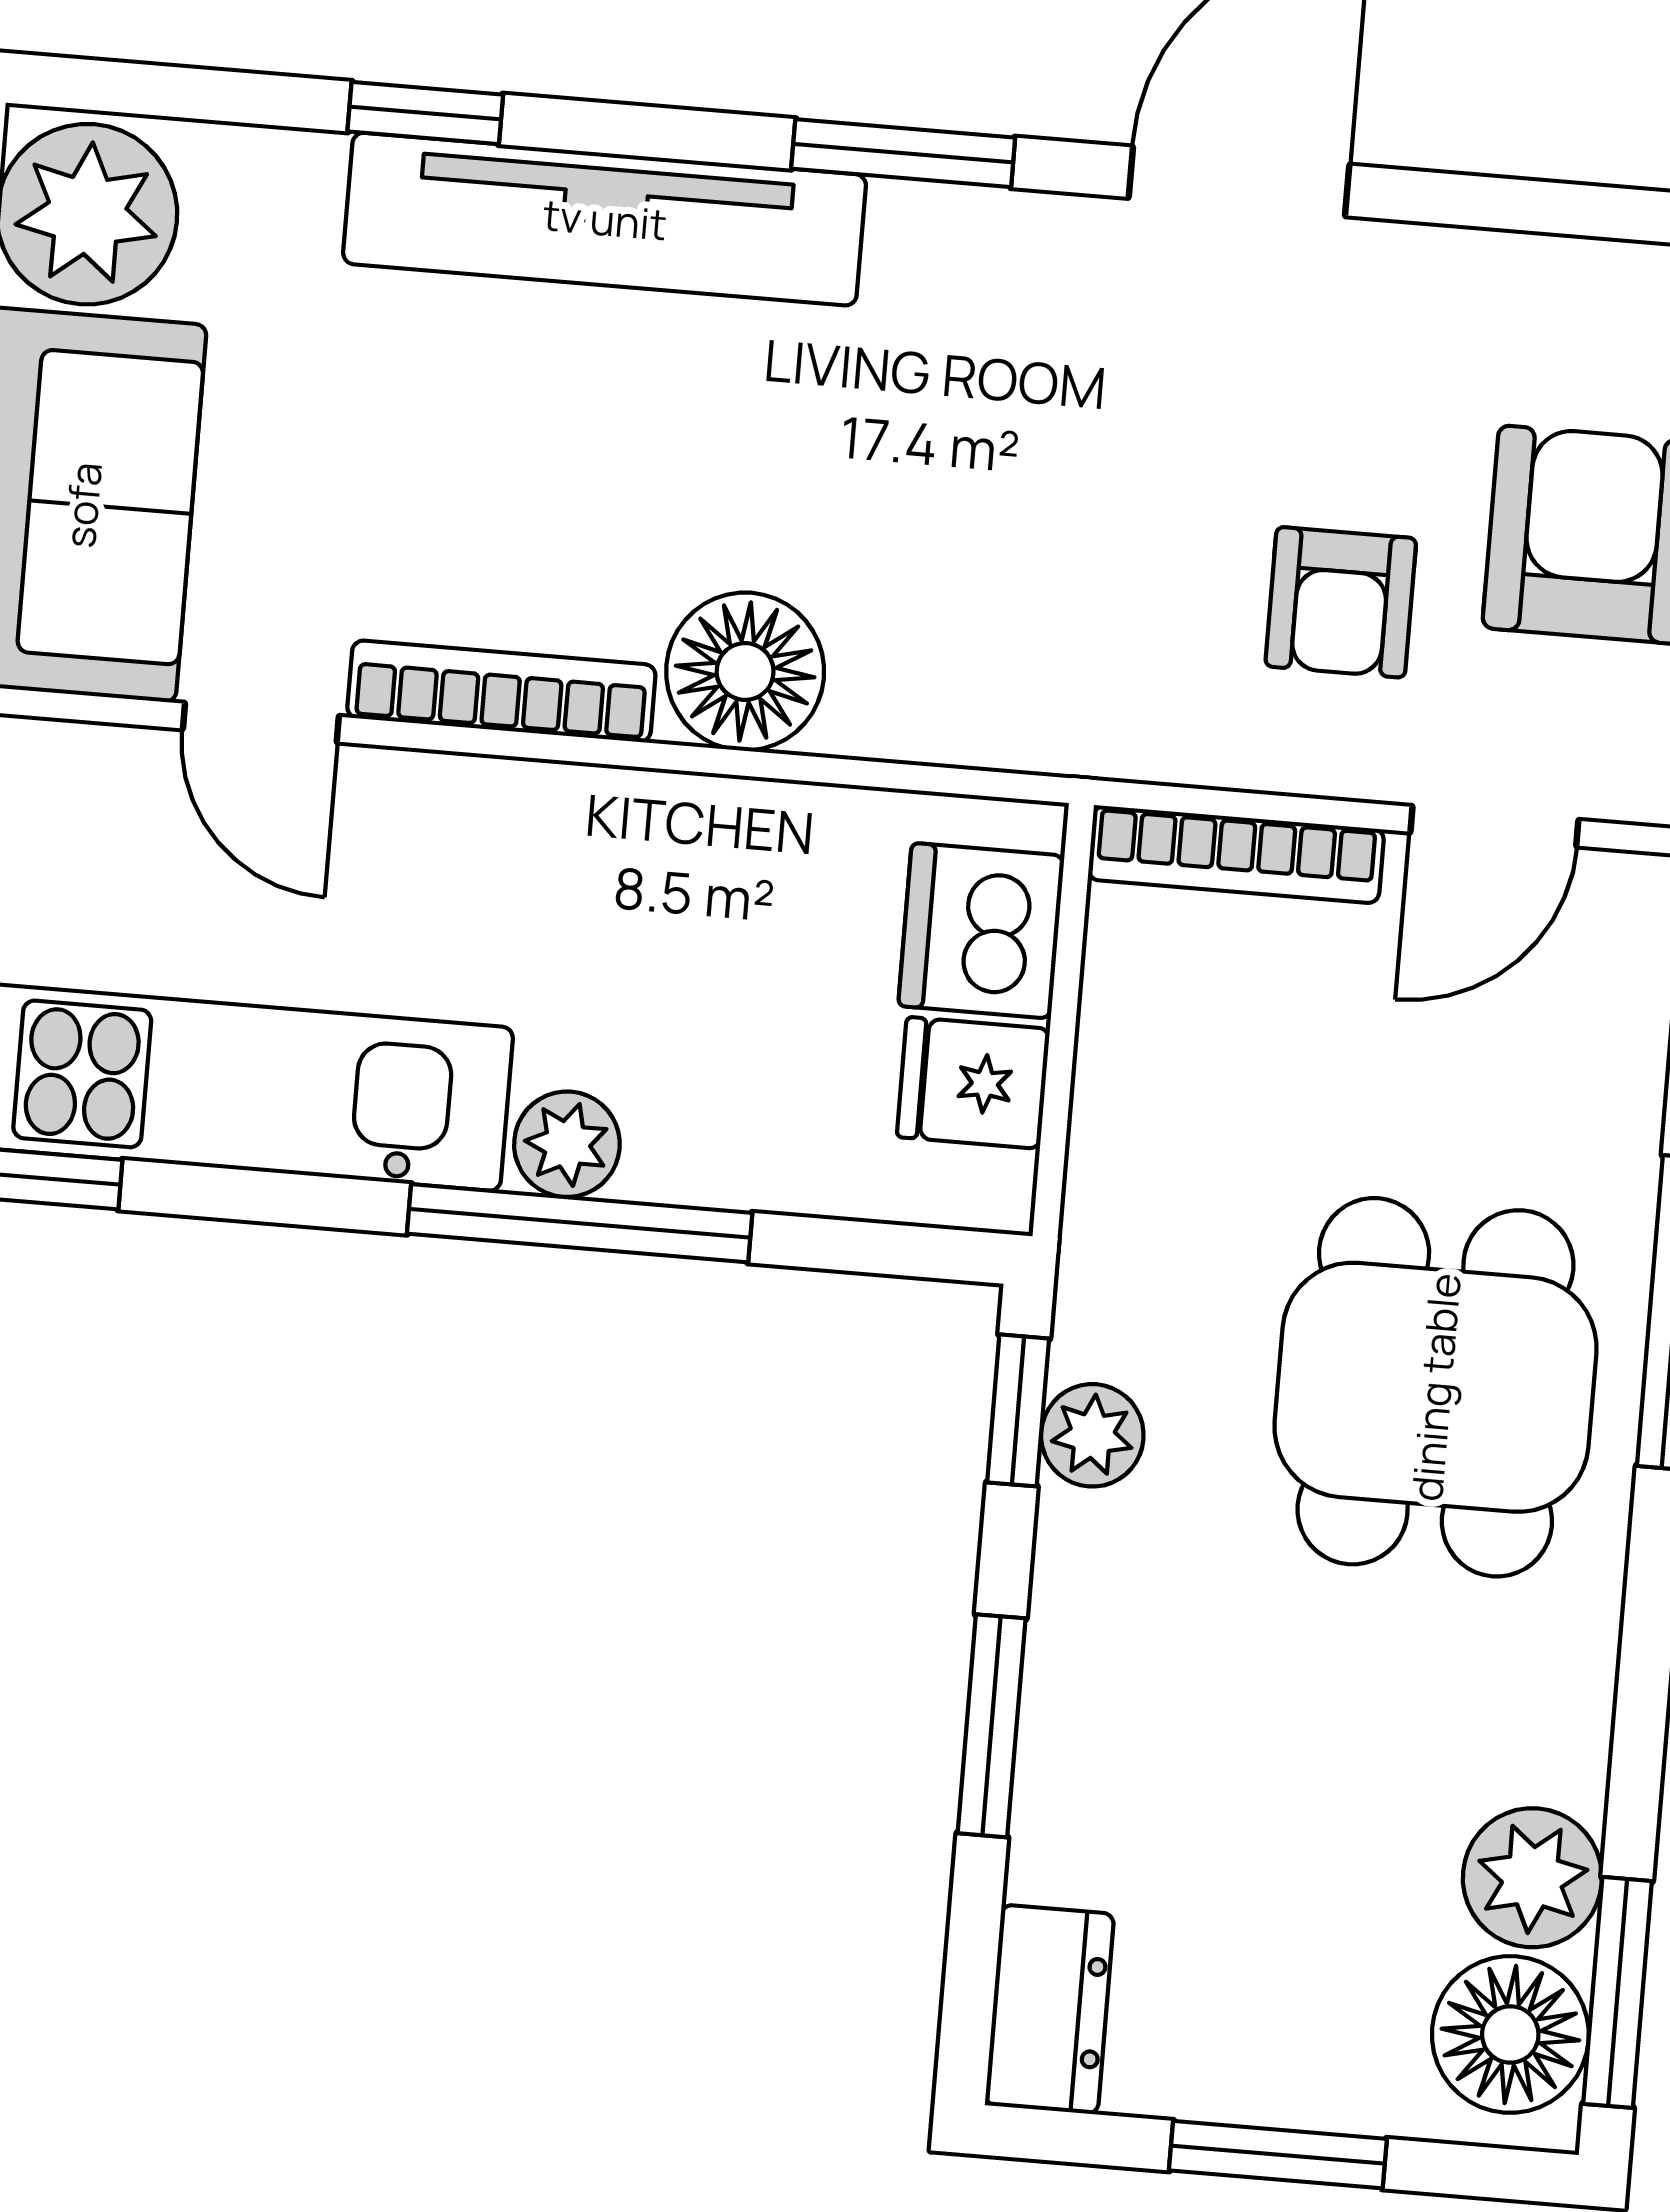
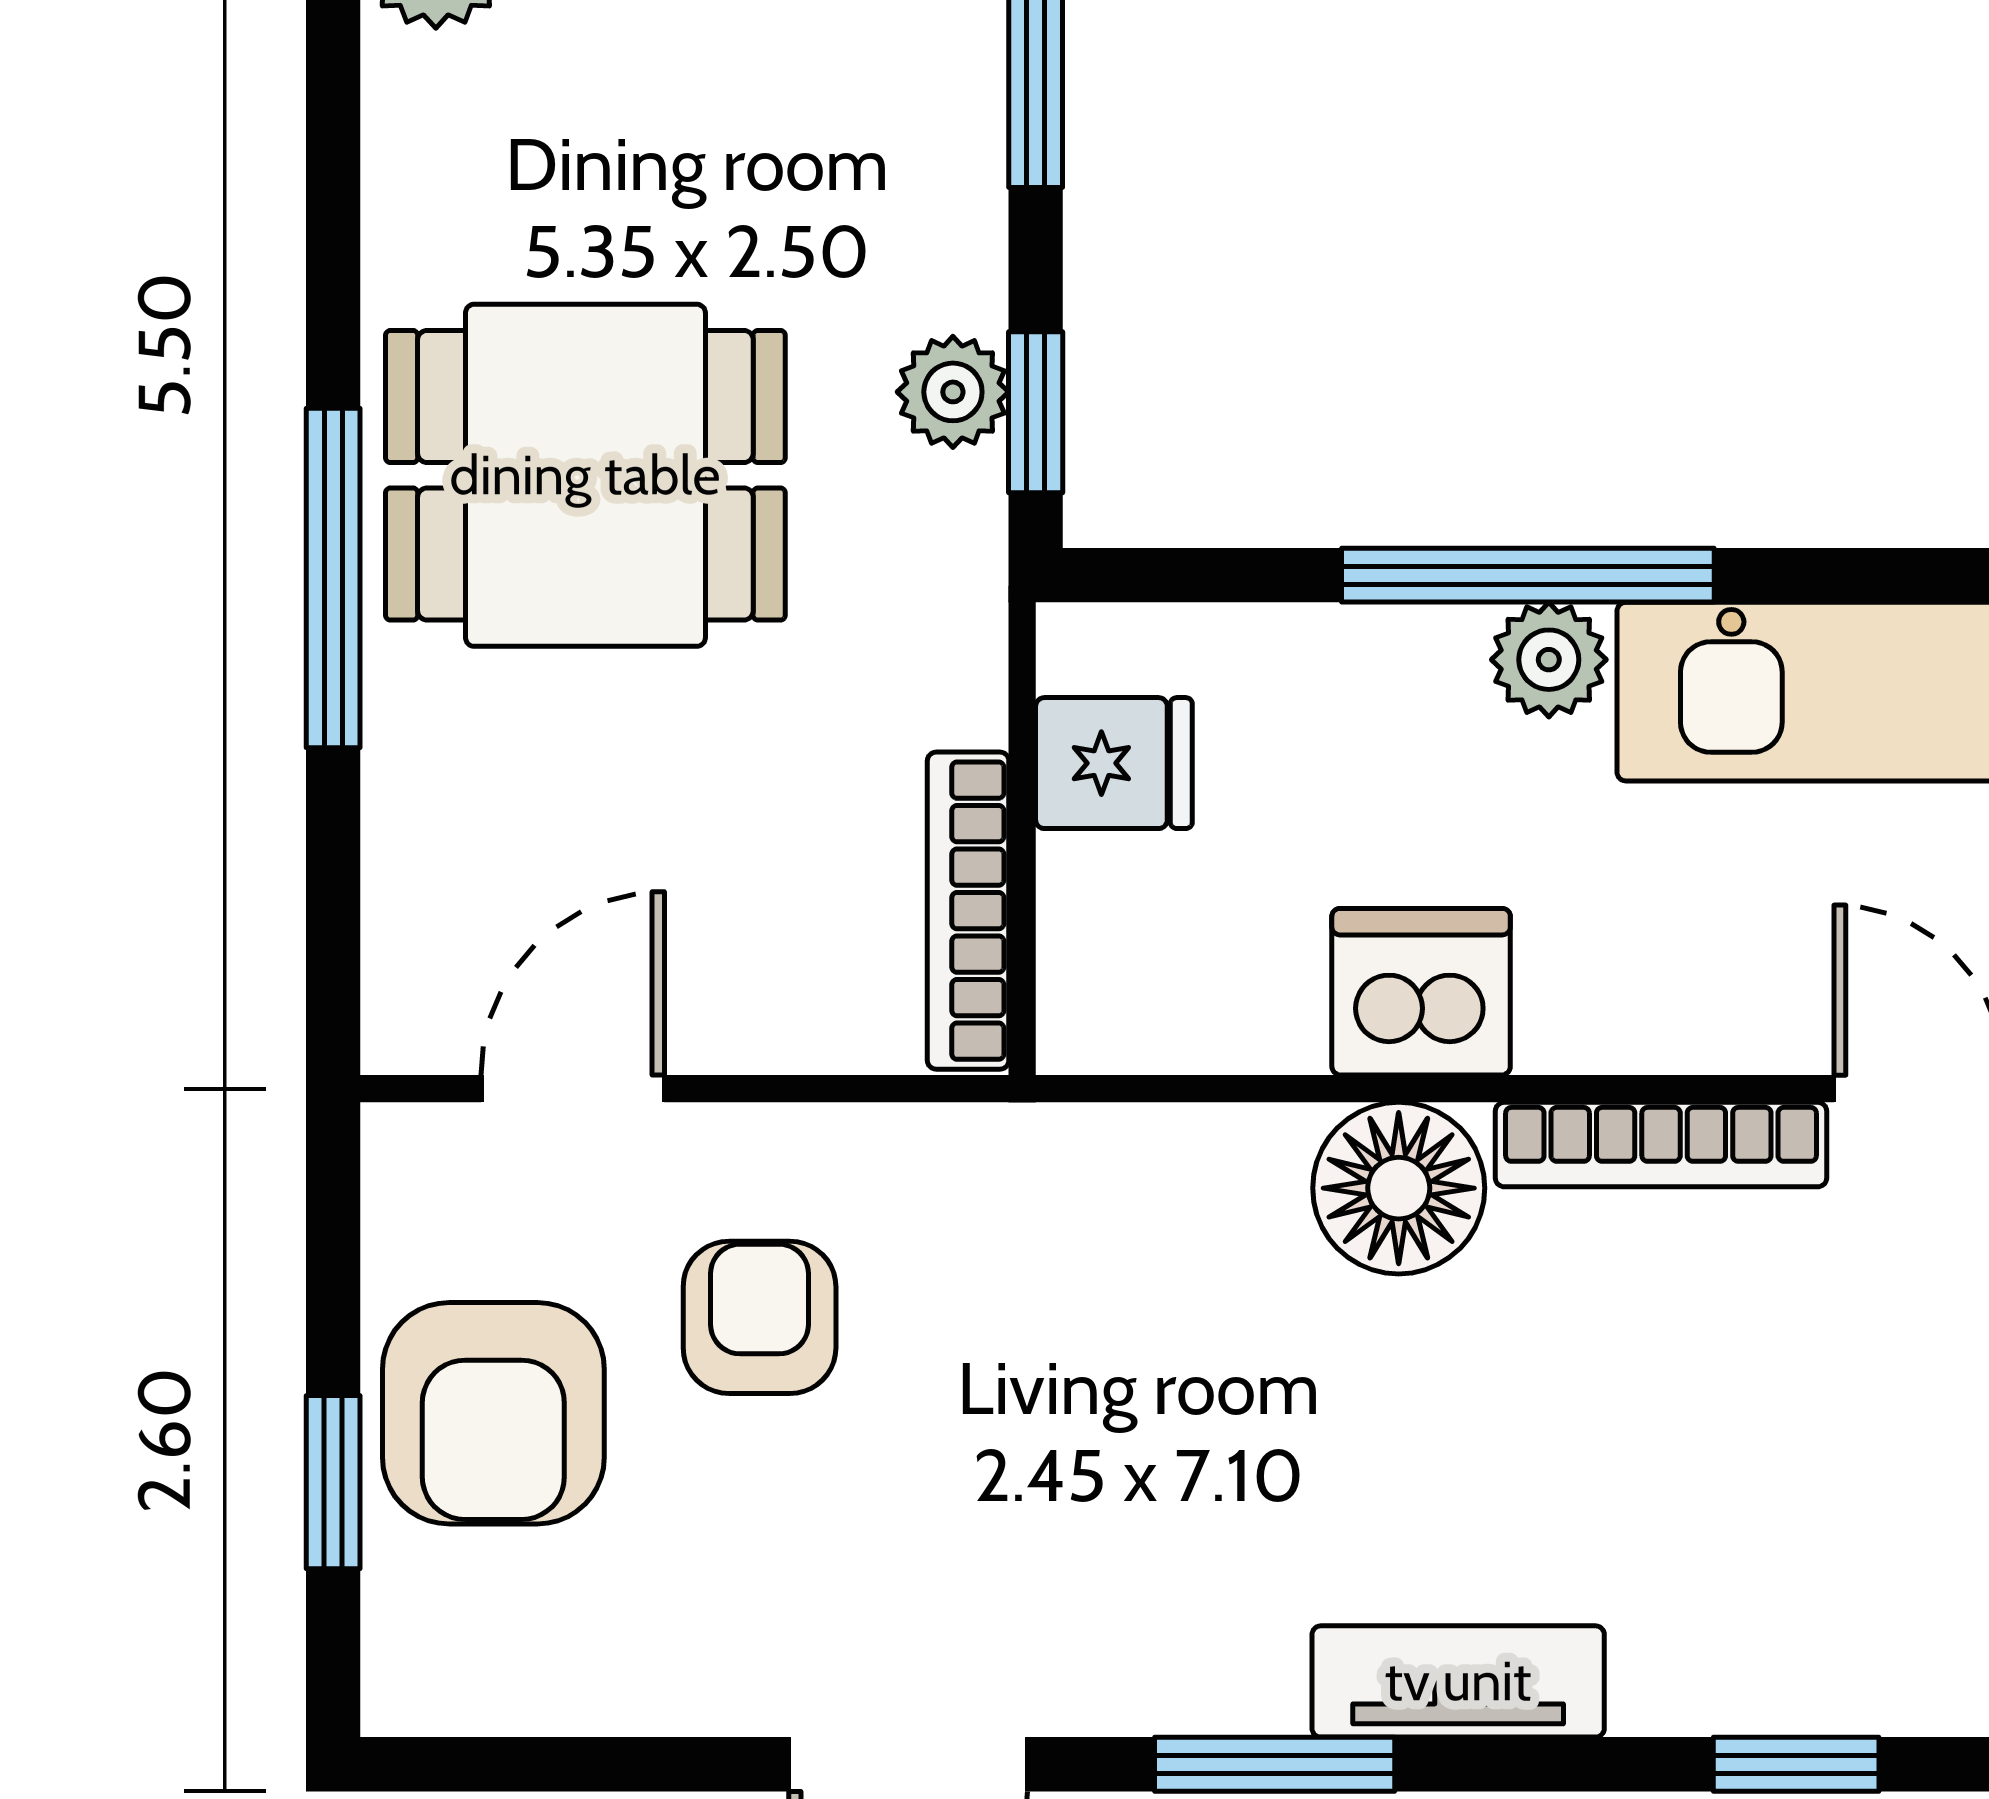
tv unit: (605, 219) -> (1458, 1681), width x0.52, depth x0.78
bookcase: (1236, 854) -> (968, 911), moved, turned -90
dishwasher: (981, 931) -> (1421, 992), moved, turned -90
dining table: (1435, 1387) -> (585, 475), turned 90

